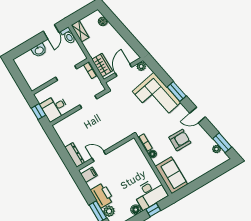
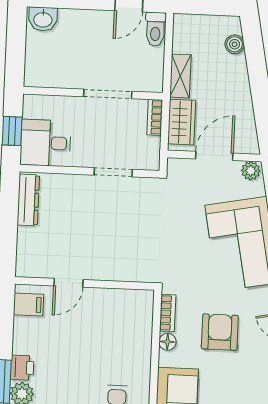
shelving: (80, 31) -> (180, 76), moved
washbasin: (39, 50) -> (43, 19), moved
armchair: (180, 140) -> (220, 332), moved, turned -90
dresser: (75, 155) -> (28, 200), moved
door: (99, 156) -> (68, 283), swing flipped
printer: (102, 195) -> (22, 368), width x0.53, depth x0.68

